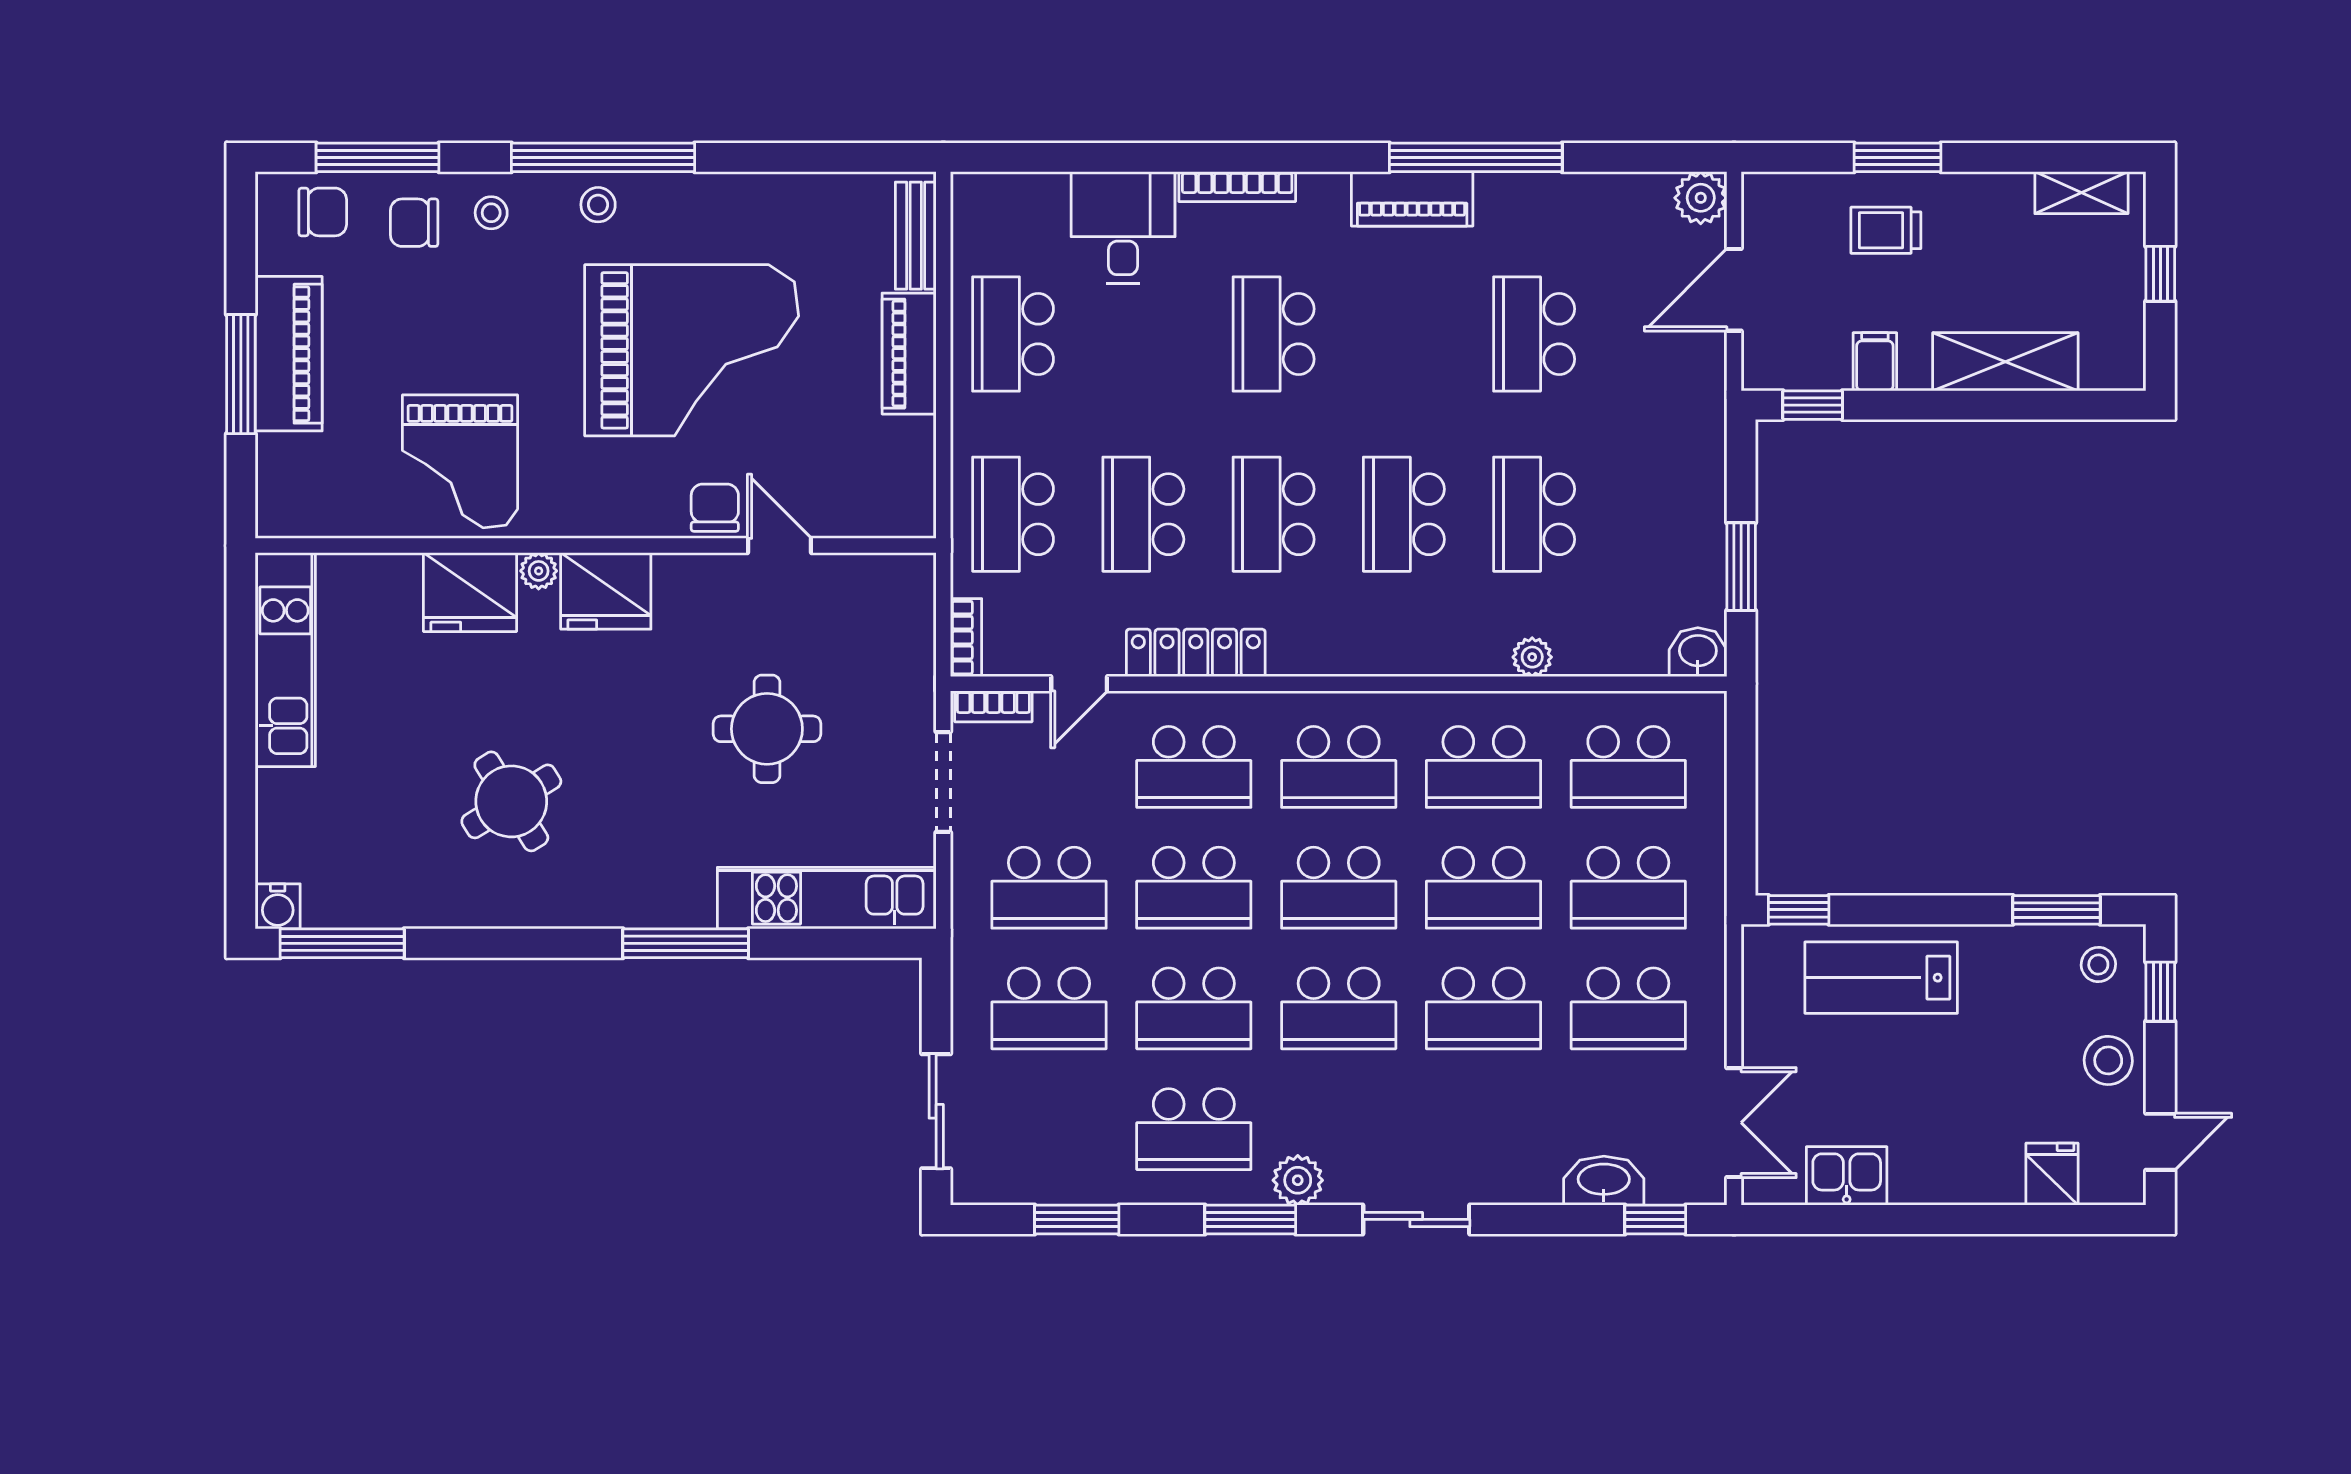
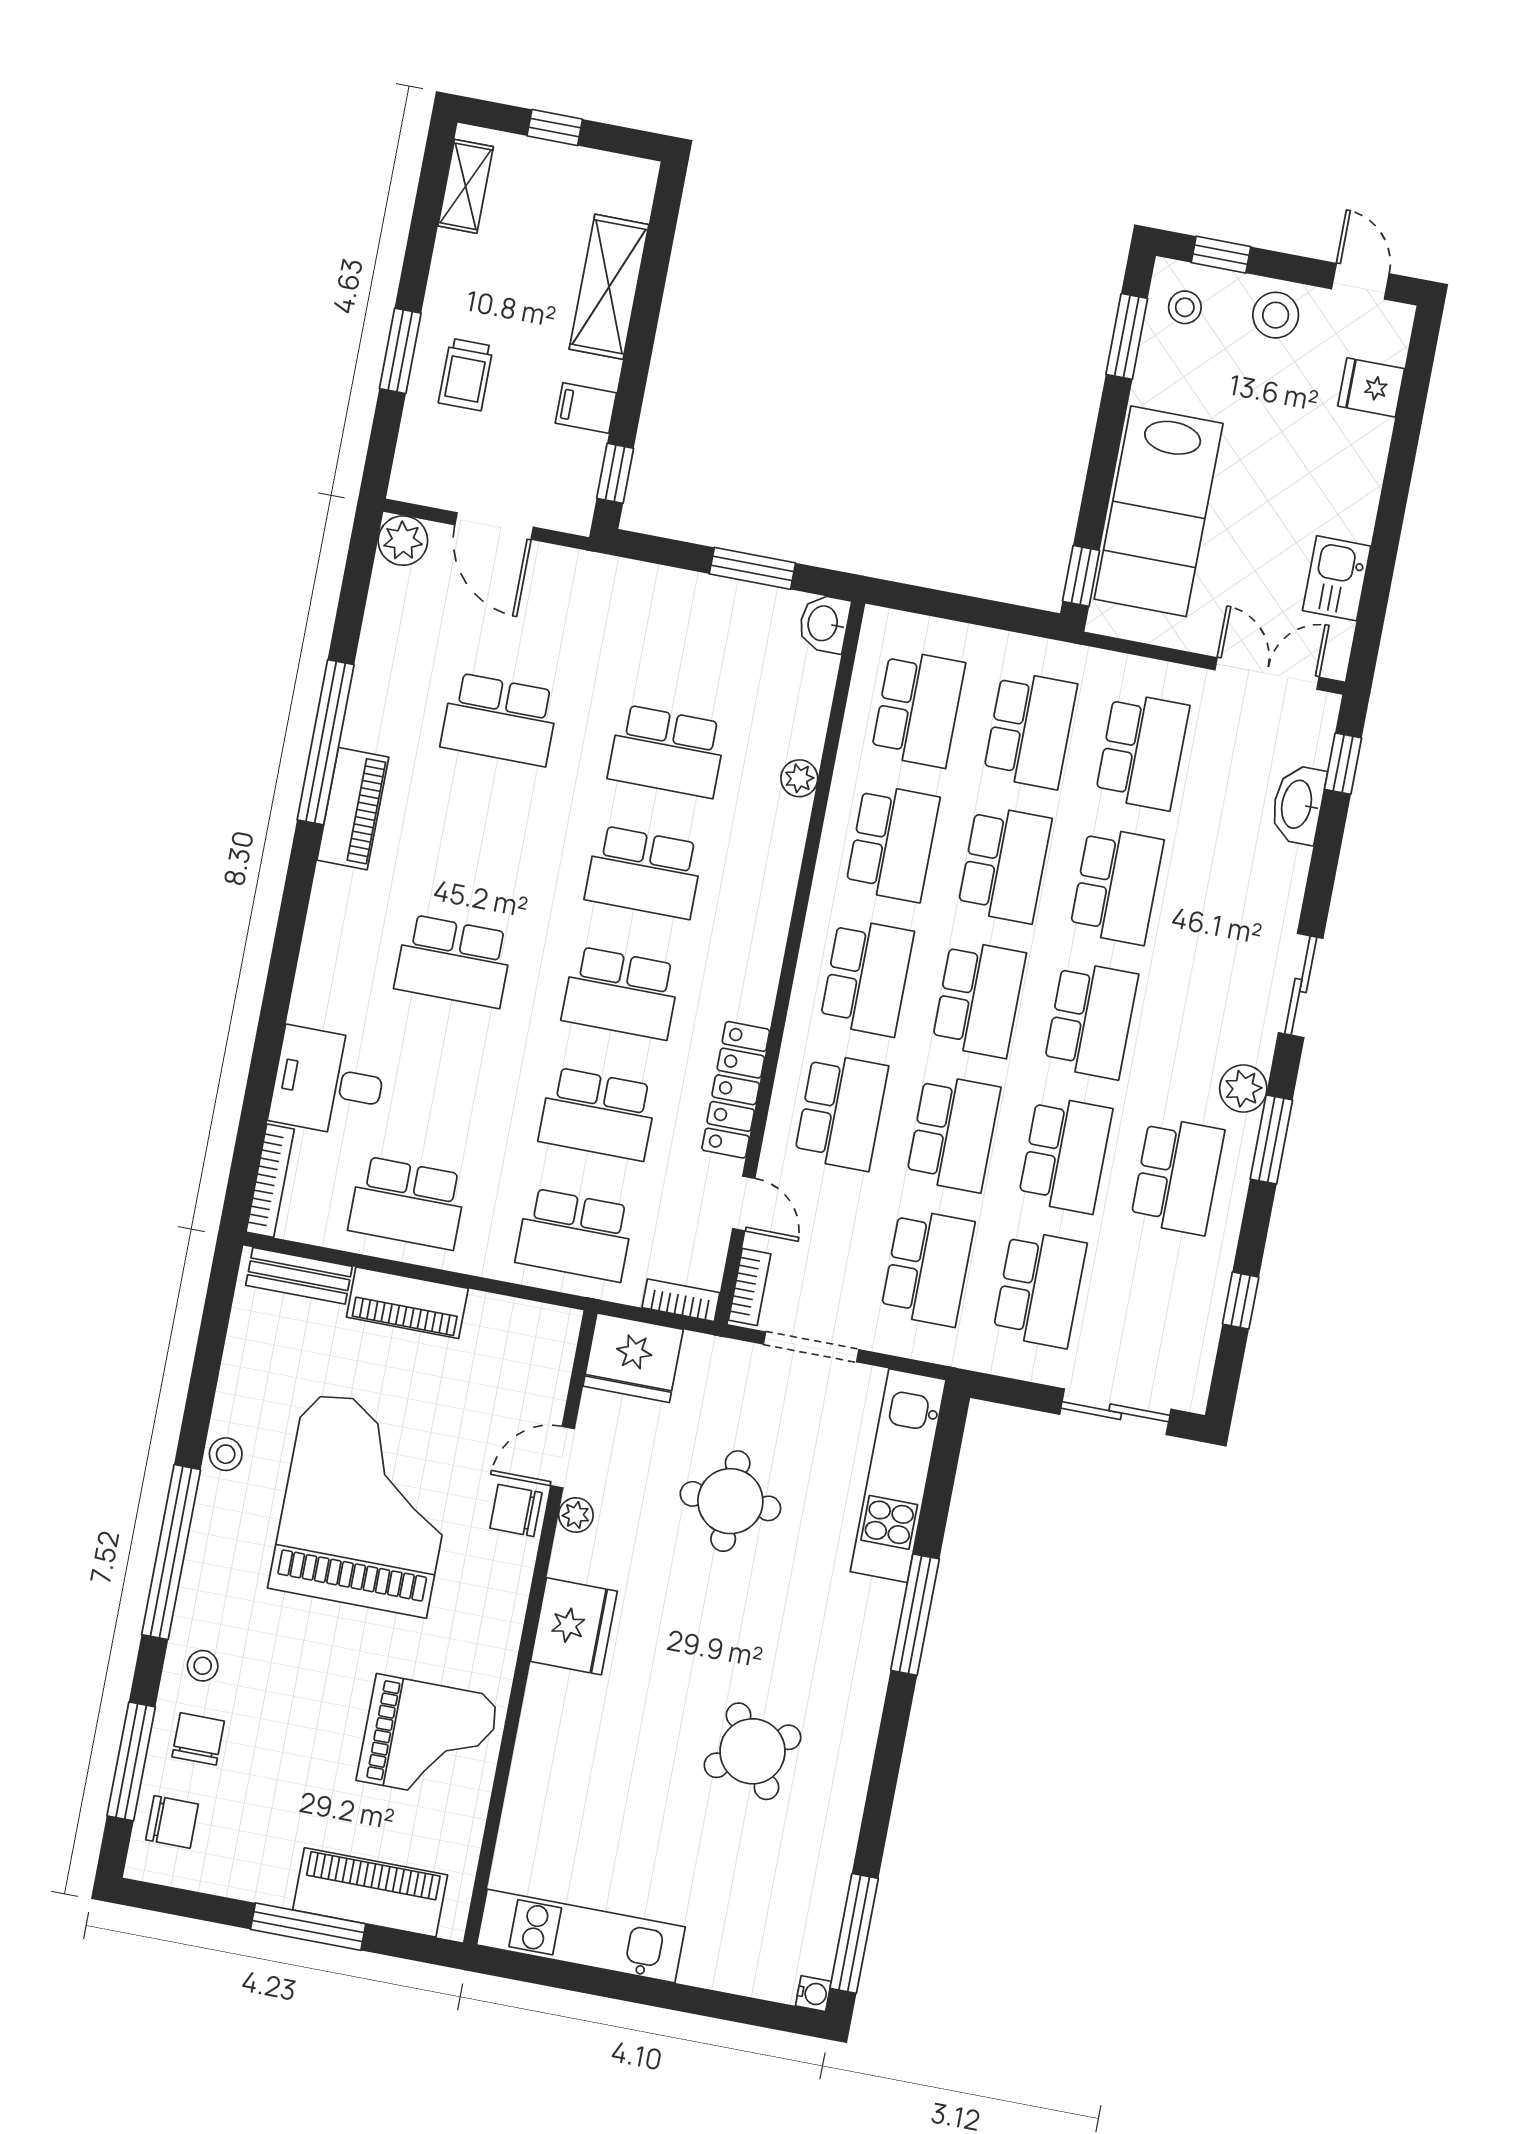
bookcase: (1237, 187) -> (270, 1181), moved
stool: (598, 205) -> (226, 1454), moved
chair: (323, 212) -> (172, 1822), turned 90
chair: (414, 223) -> (198, 1739), turned 180
piano: (289, 354) -> (370, 1892), moved
plant: (539, 571) -> (576, 1515), moved
fridge: (470, 592) -> (633, 1358), moved, turned 90
water cooler: (278, 906) -> (813, 1994), width x0.72, depth x0.72
lab bench: (1881, 978) -> (1159, 511), width x1.36, depth x1.39
window: (1077, 1219) -> (1241, 1301), width x0.67

